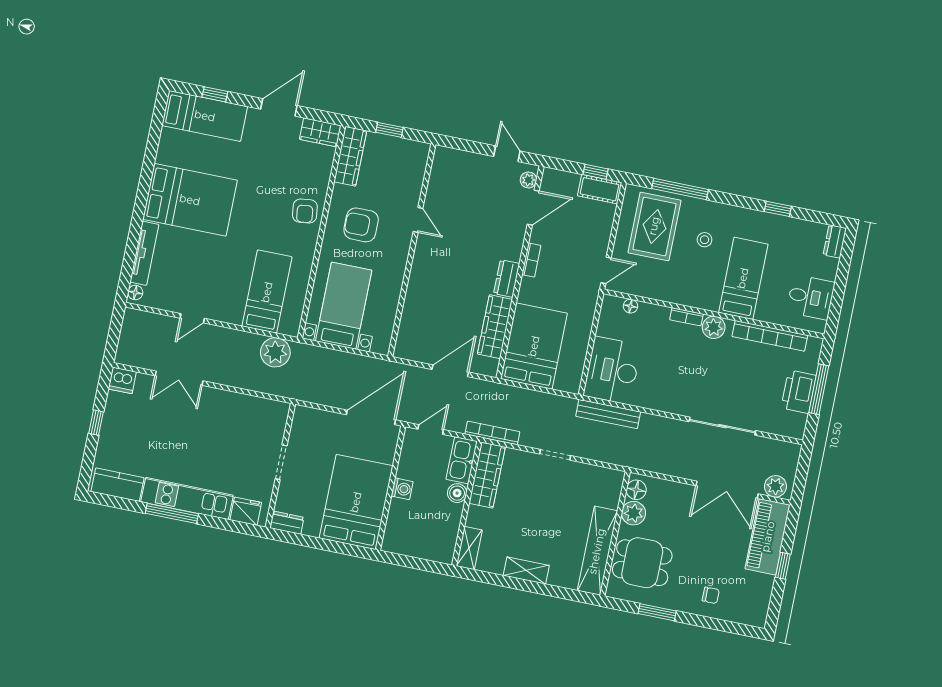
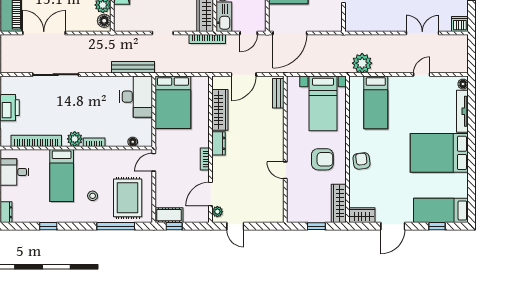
bench: (405, 334) -> (278, 93), added
bed: (534, 346) -> (173, 102), moved
plant: (775, 486) -> (12, 42), removed

